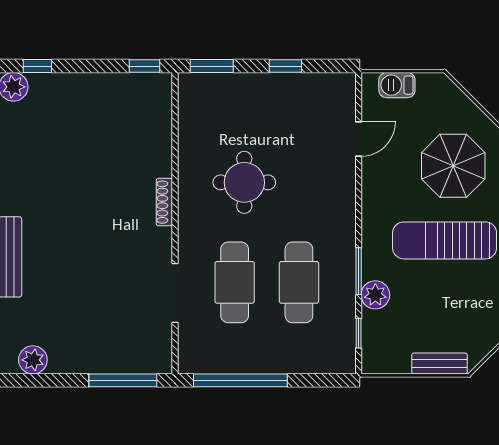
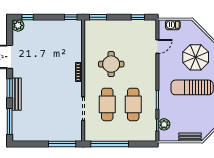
window: (285, 66) -> (138, 17), moved
plant: (375, 295) -> (164, 124), moved
plant: (33, 360) -> (26, 136), removed

